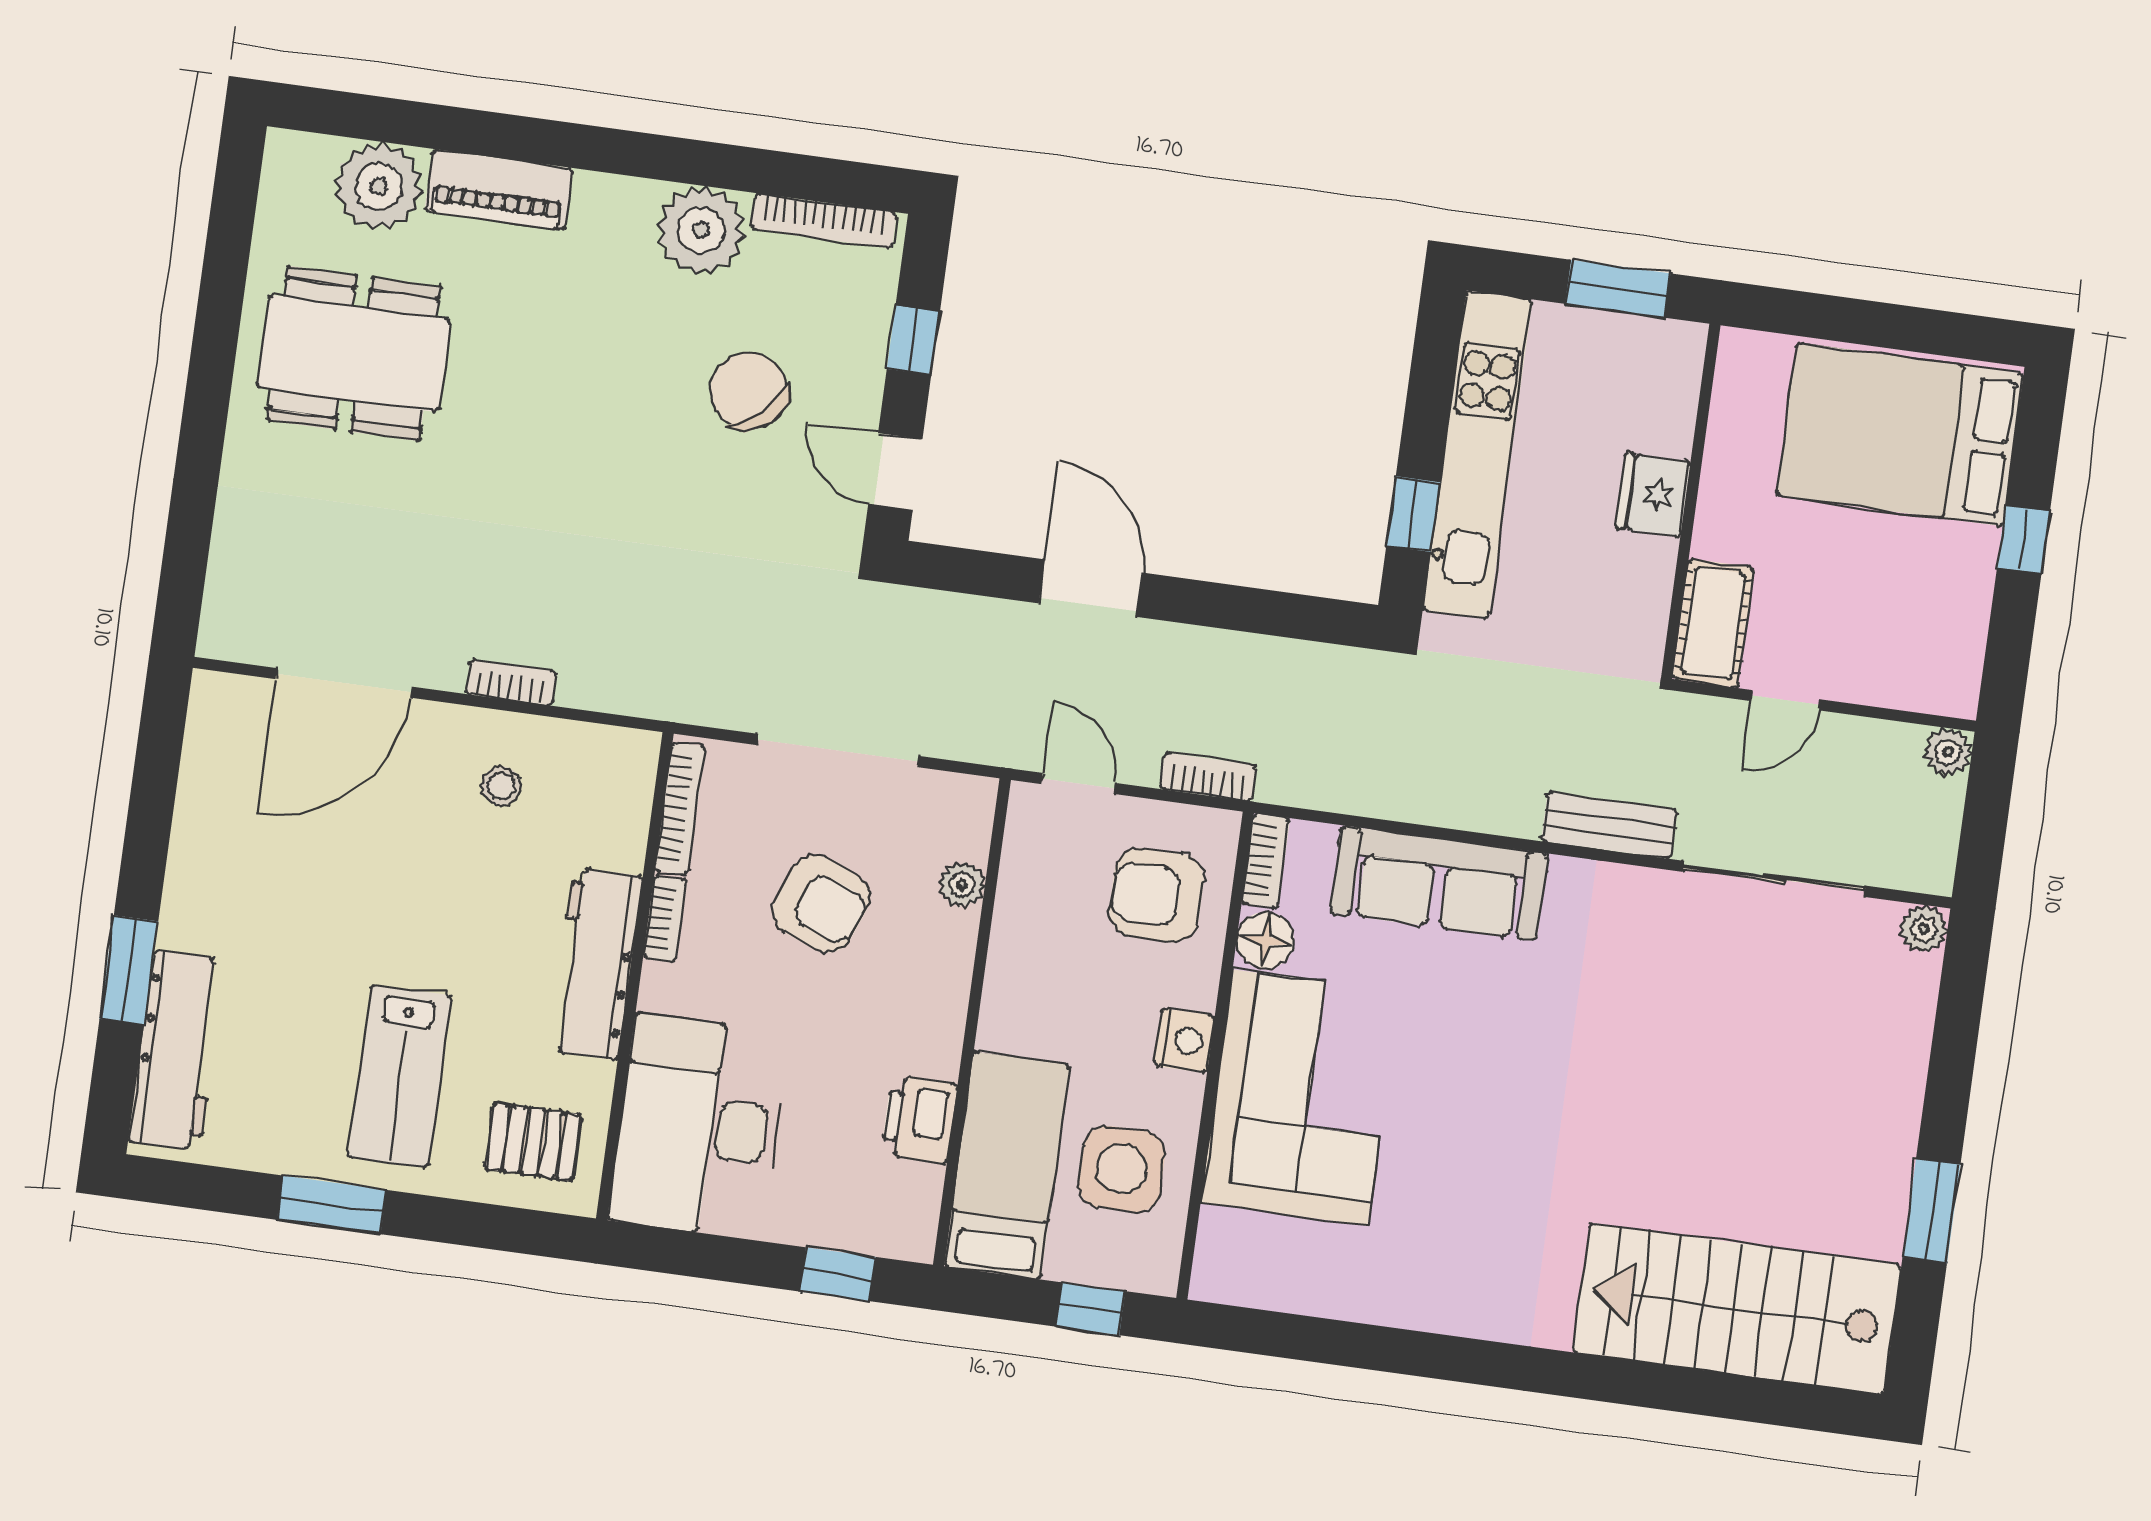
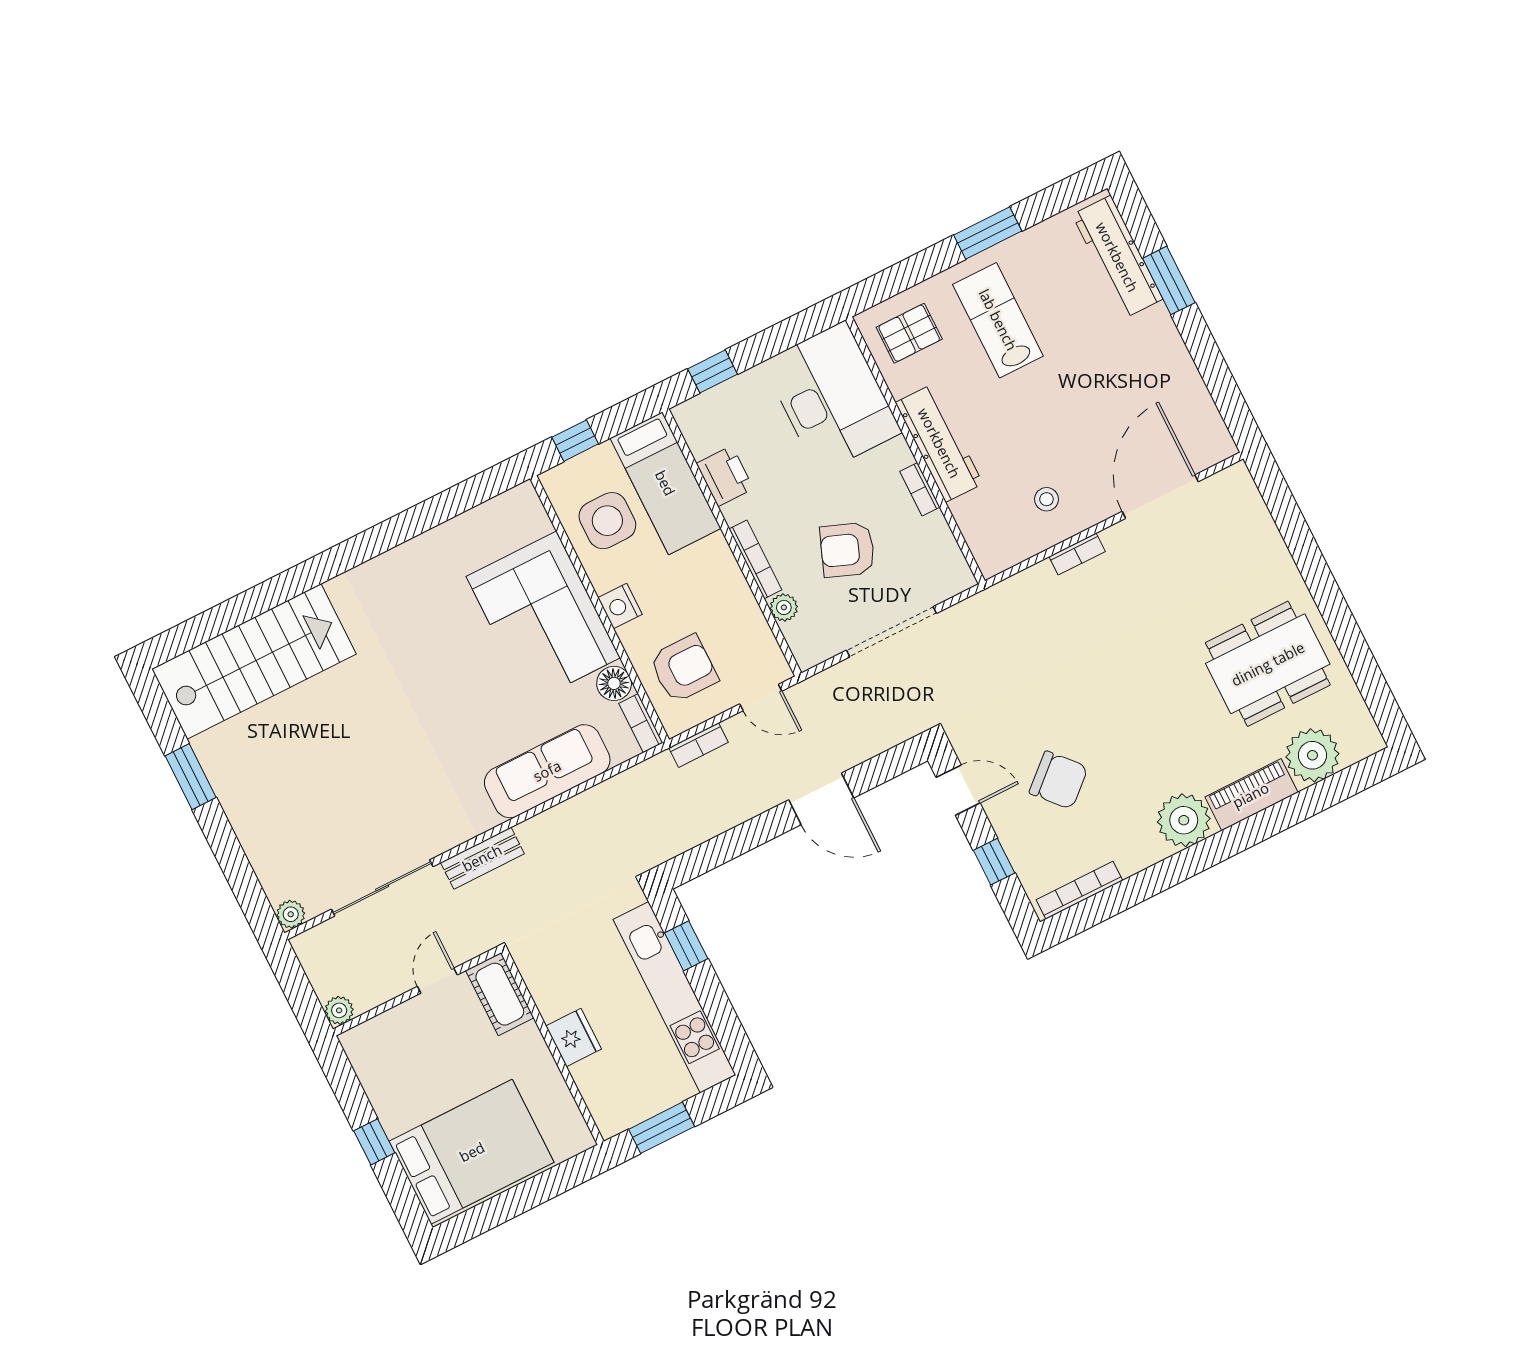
plant: (701, 230) -> (1184, 820), moved
bookcase: (680, 809) -> (755, 559), moved, turned 180

